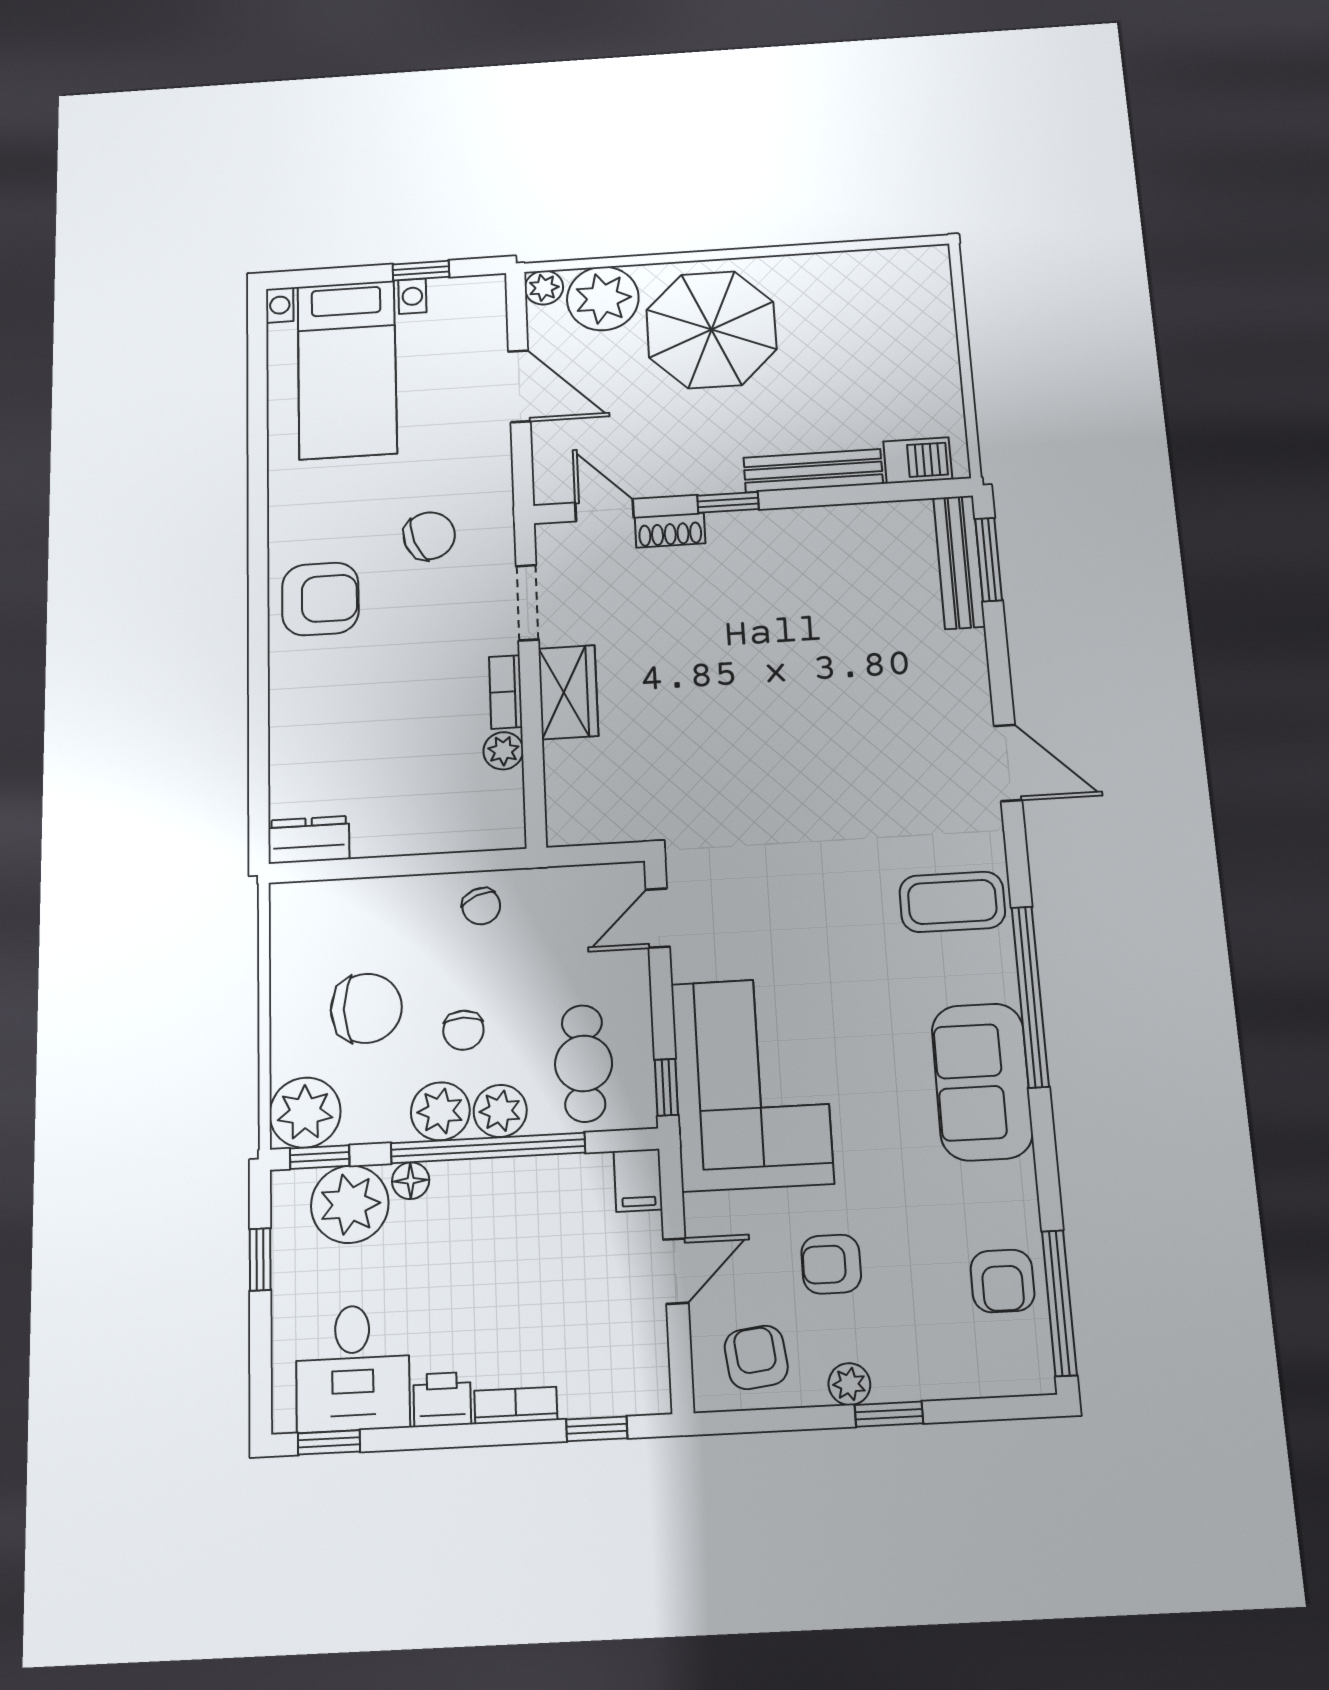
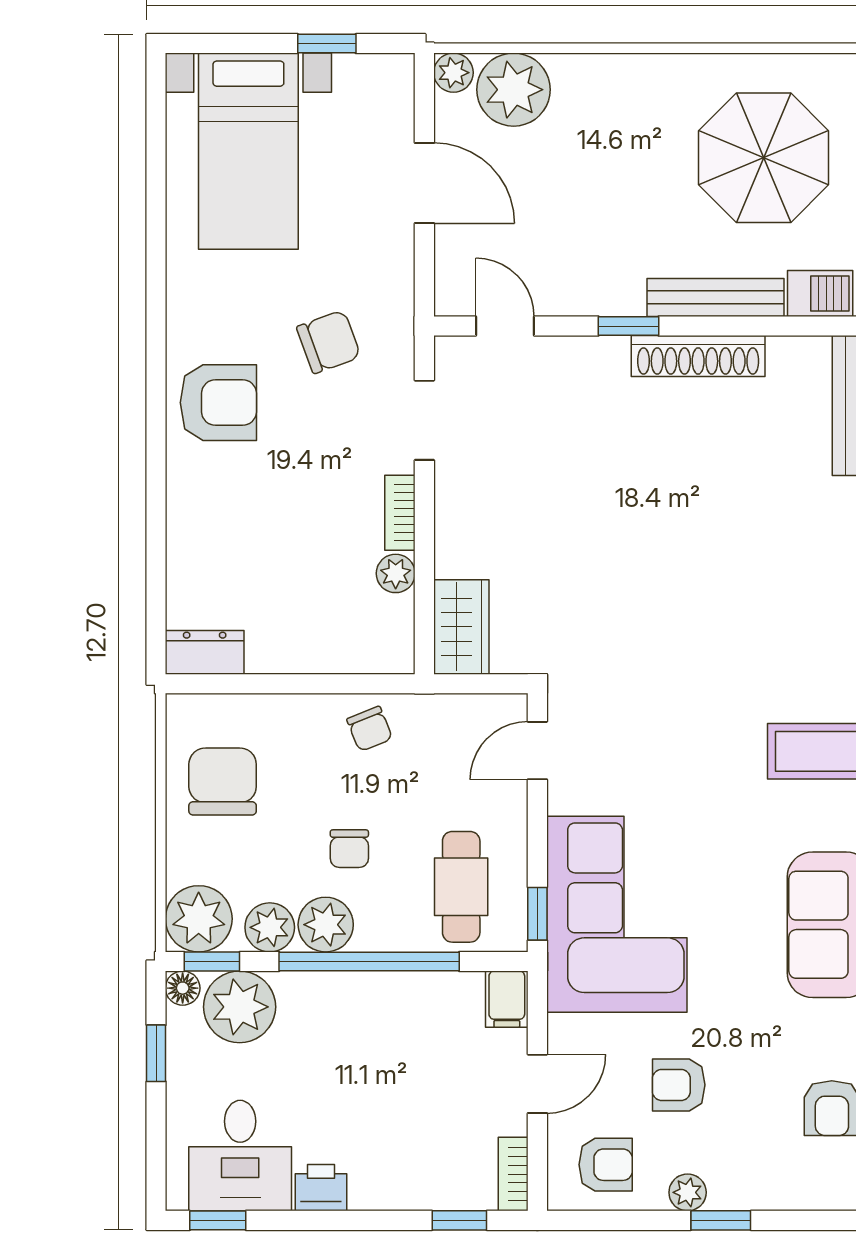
parasol: (711, 330) -> (764, 158), moved
shoe rack: (670, 530) -> (698, 356), moved, width x1.94, depth x1.24
wardrobe: (568, 692) -> (461, 627), moved
chair: (366, 1008) -> (223, 781), moved, turned -90
plant: (500, 1111) -> (270, 927), moved
floor lamp: (411, 1181) -> (183, 988), moved
armchair: (756, 1357) -> (606, 1165), turned 97
bookcase: (516, 1405) -> (513, 1174), moved, turned -90

